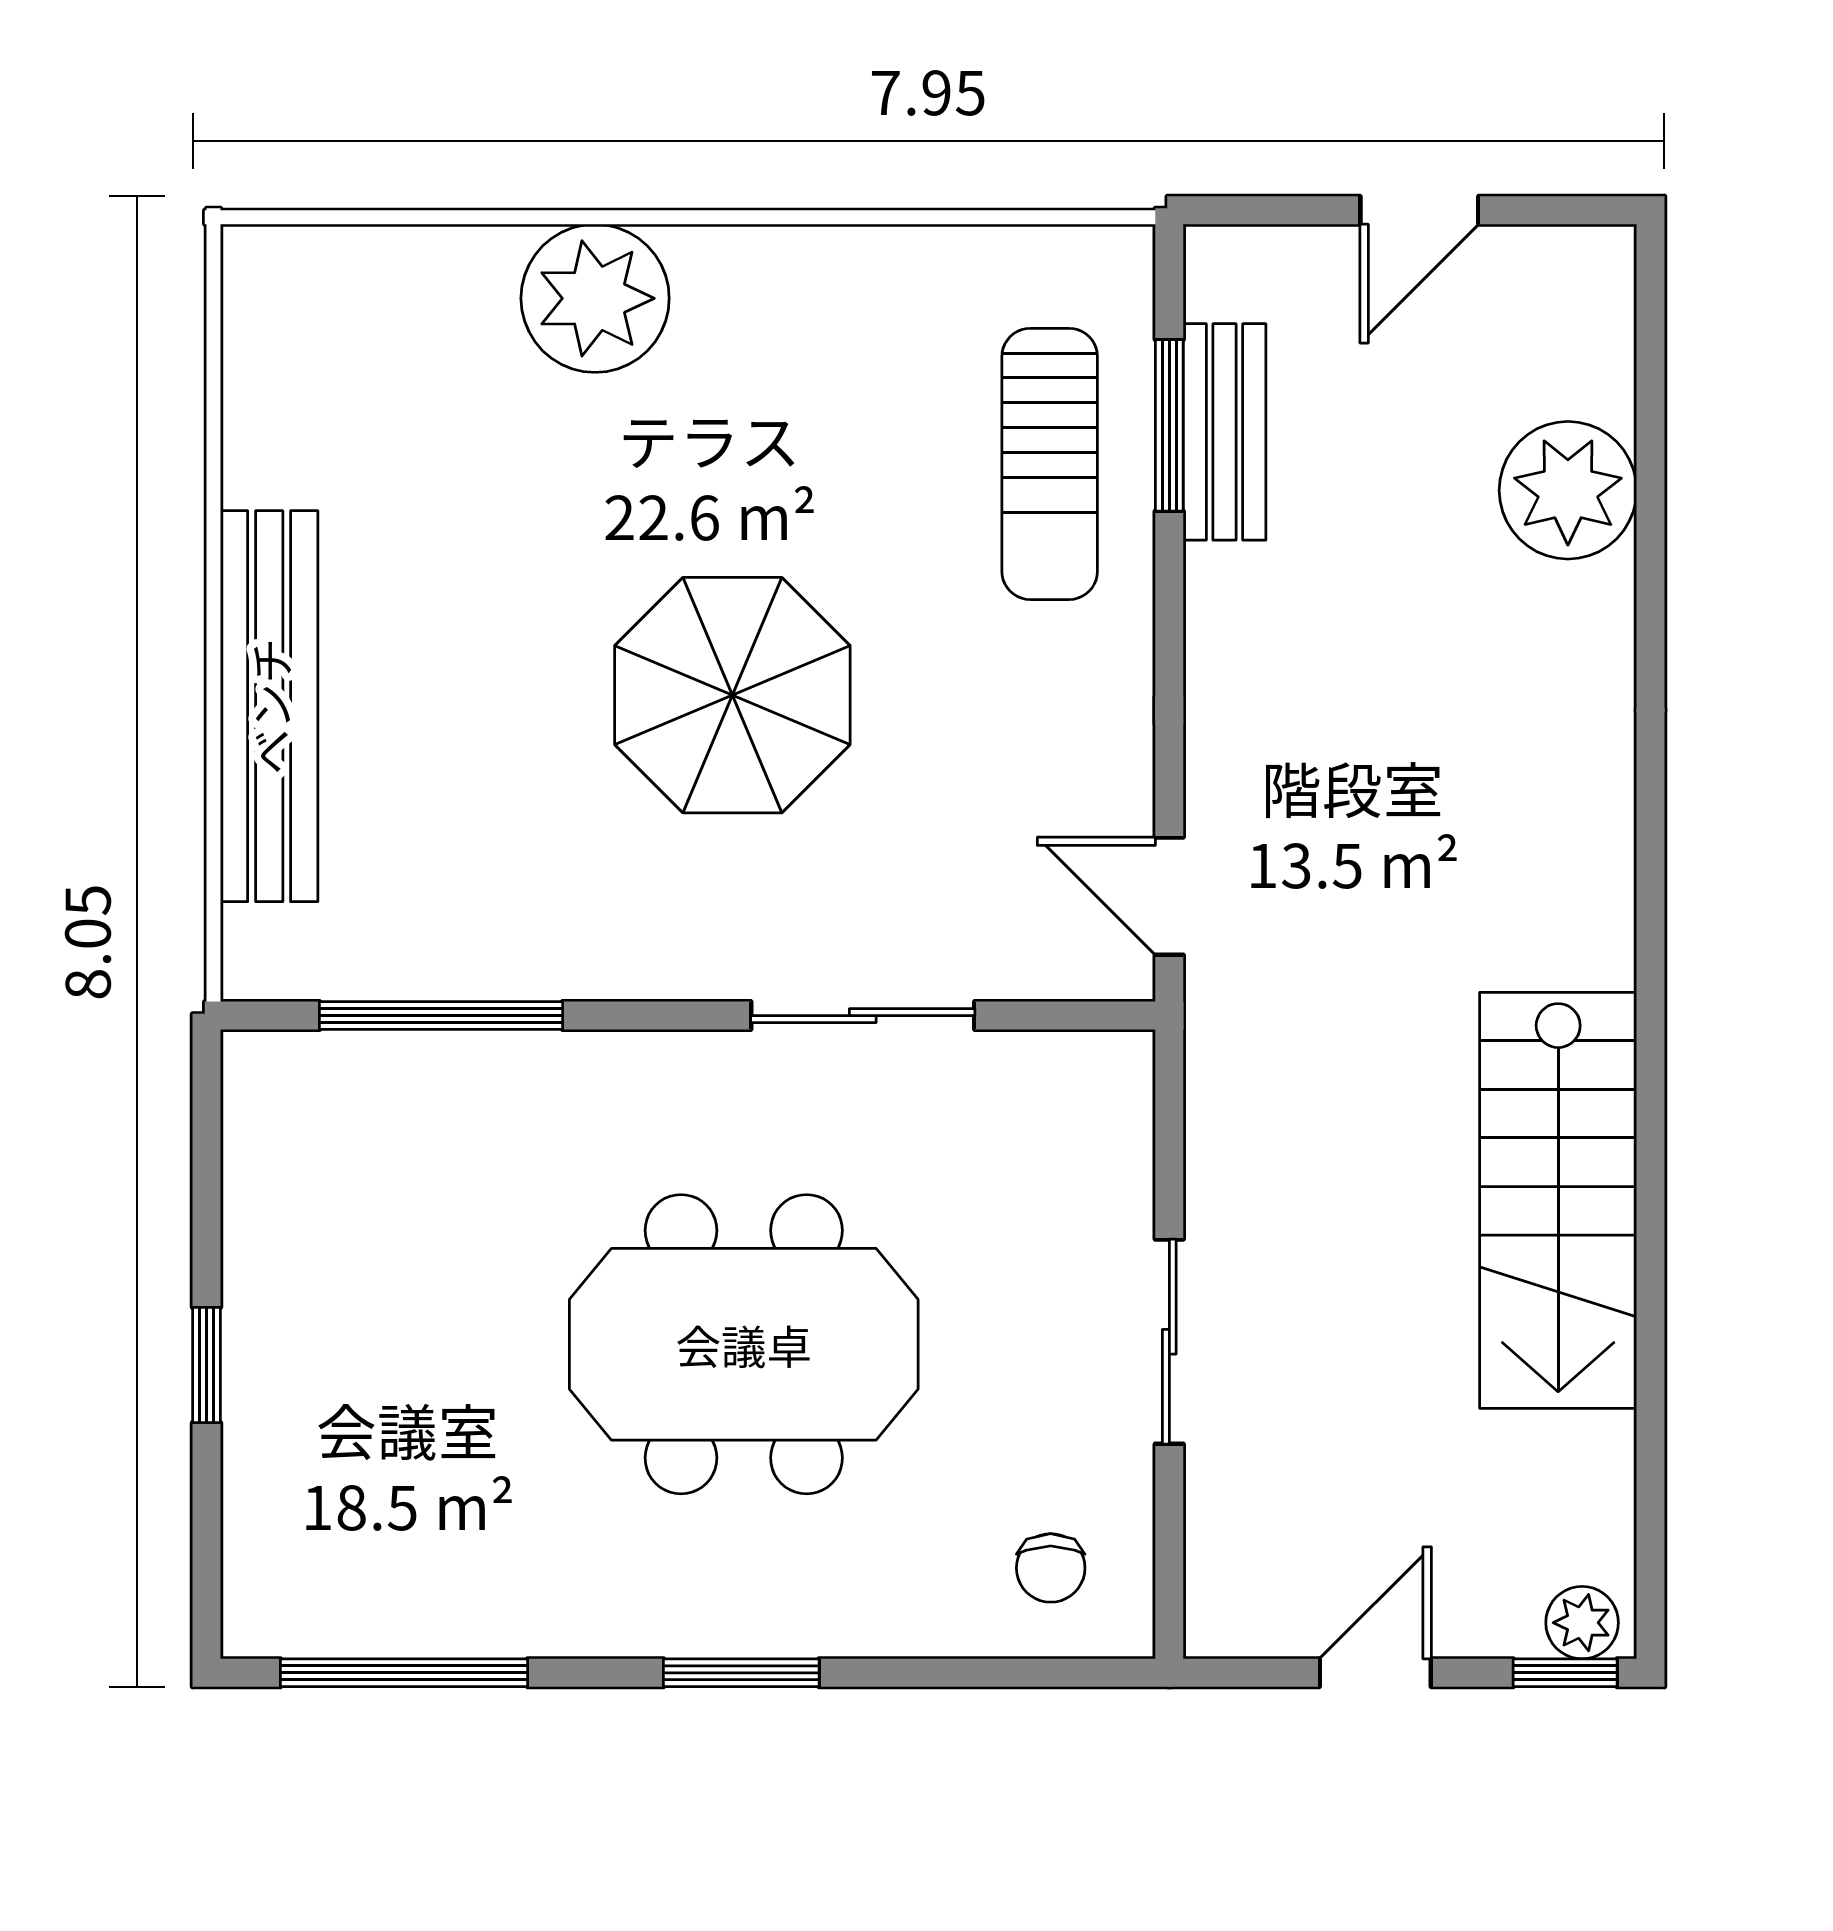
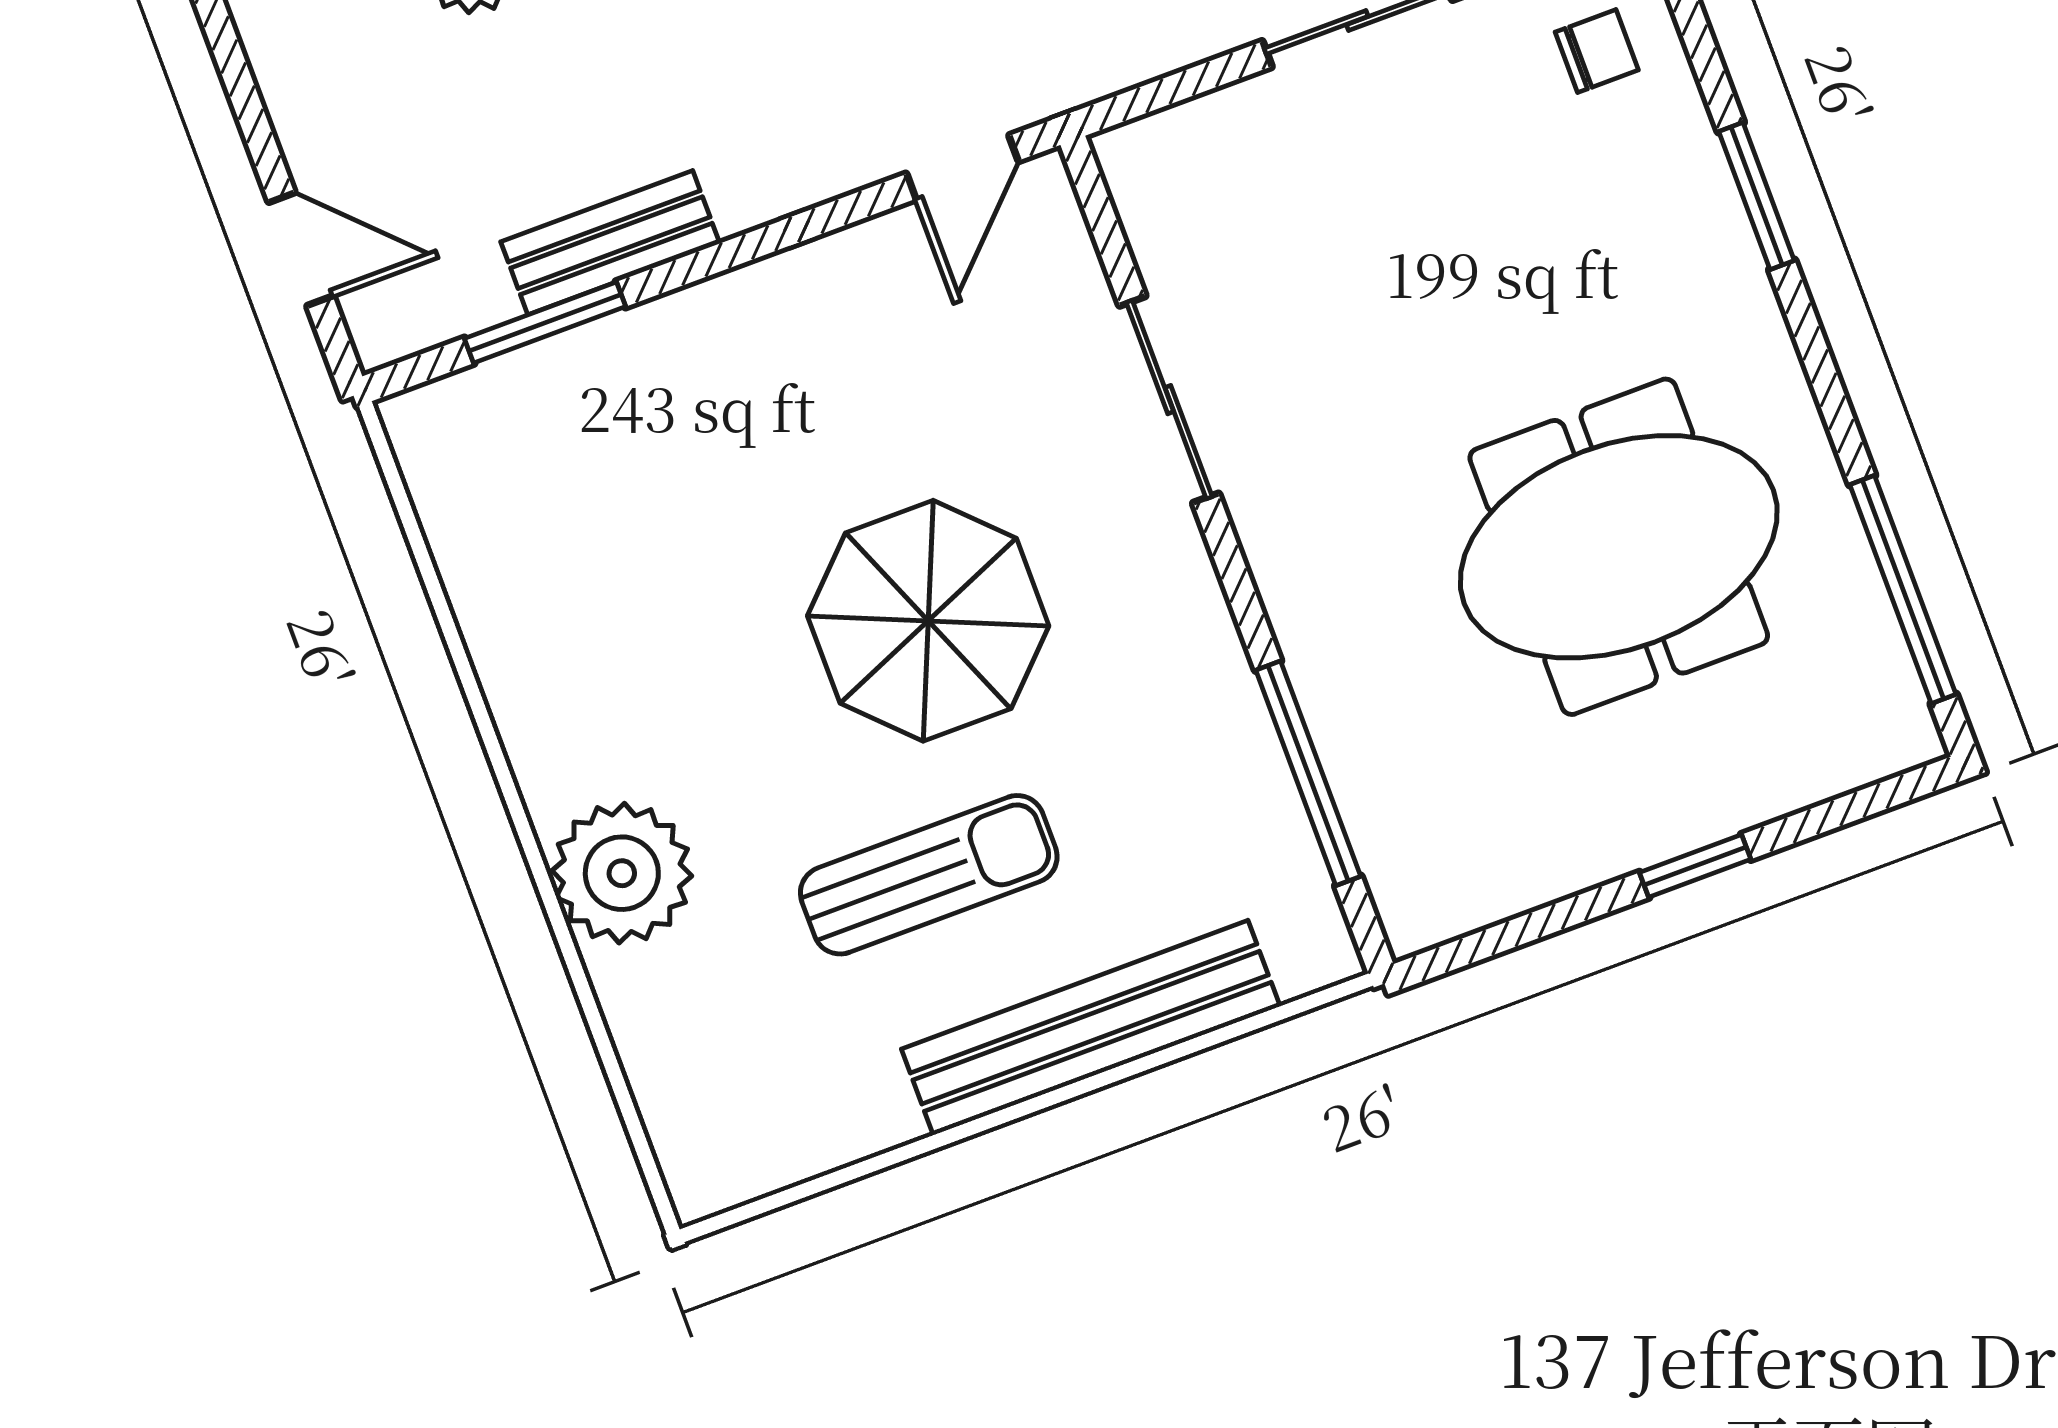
door: (1419, 210) -> (301, 249), moved
bench: (1224, 432) -> (610, 243), moved
sun lounger: (1050, 464) -> (929, 875), moved
meeting table: (744, 1344) -> (1619, 547), moved, turned 90
window: (741, 1673) -> (1756, 196), moved

